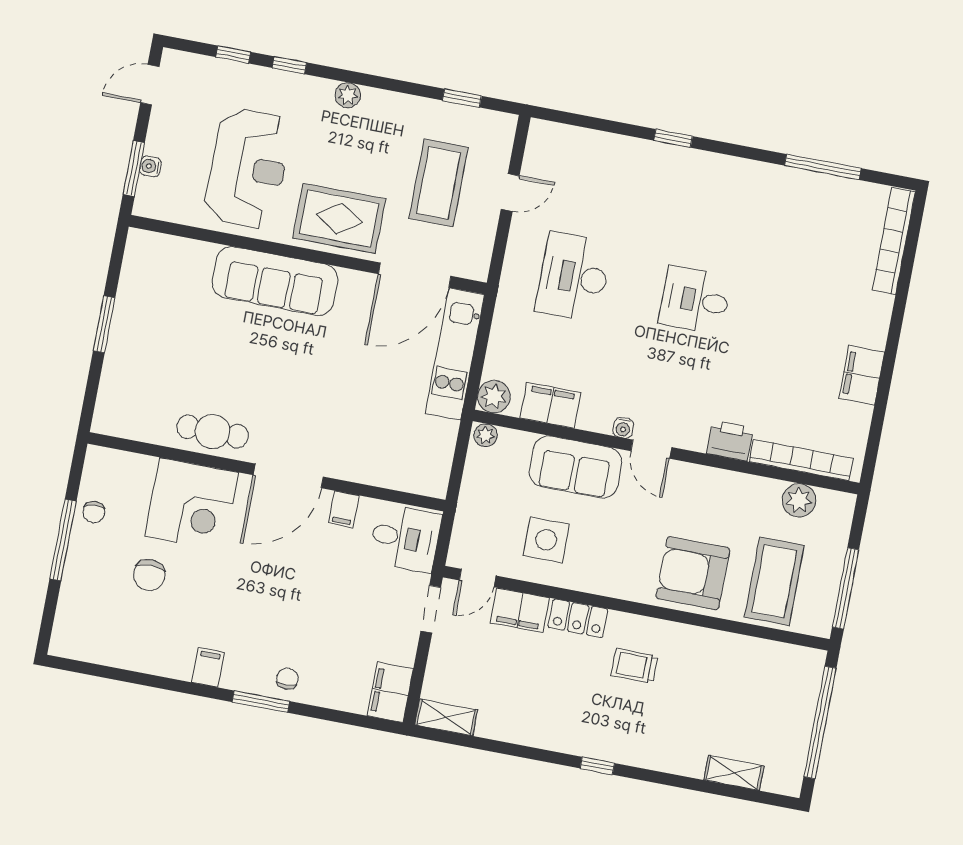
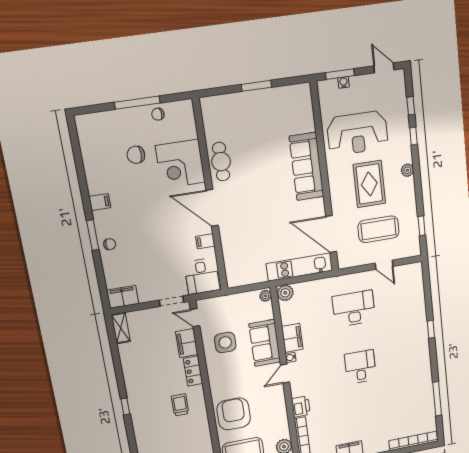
rug: (339, 218) -> (369, 184), moved
filing cabinet: (550, 405) -> (292, 338), moved

